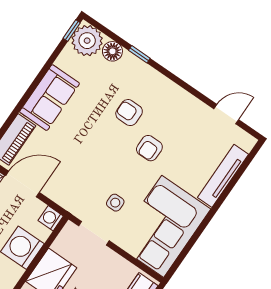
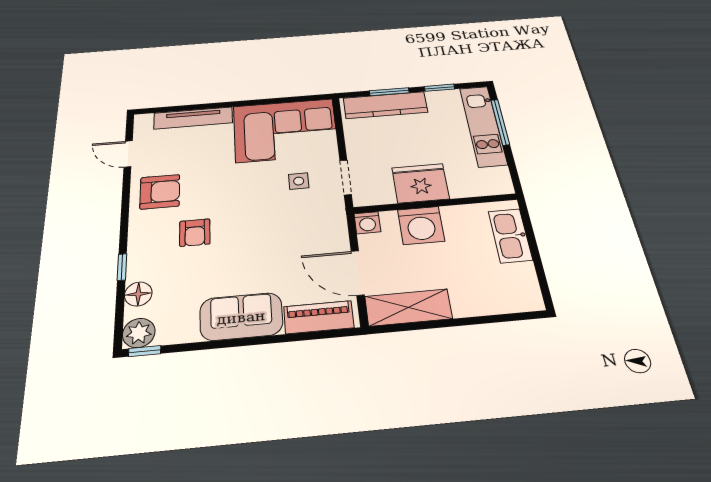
plant: (87, 41) -> (139, 333), width x0.73, depth x0.73
armchair: (149, 148) -> (160, 192), moved, width x1.38, depth x1.38

